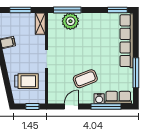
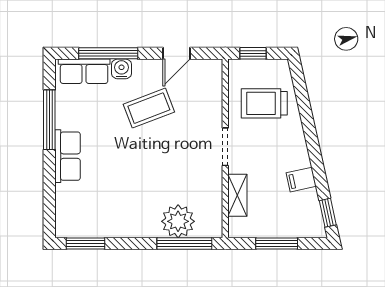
shelving: (40, 24) -> (237, 195), moved
row of seats: (127, 41) -> (68, 156), width x0.50

